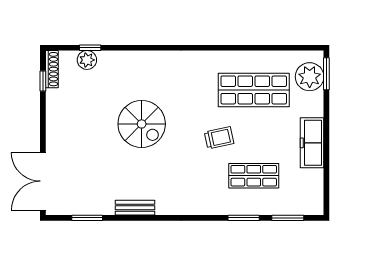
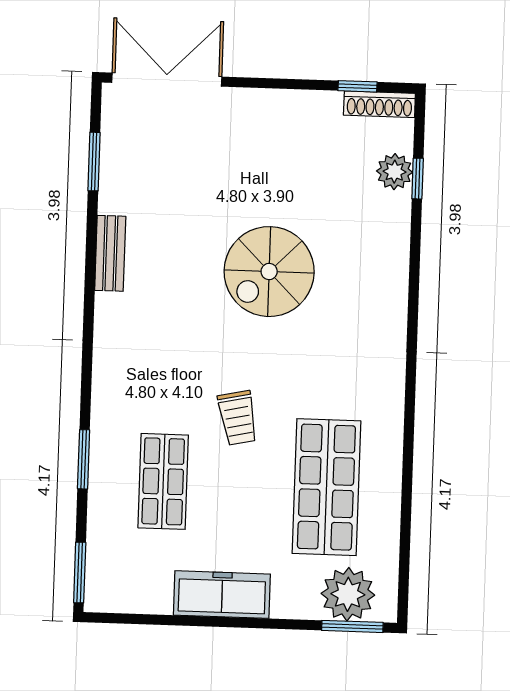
window: (288, 218) -> (80, 572), moved

